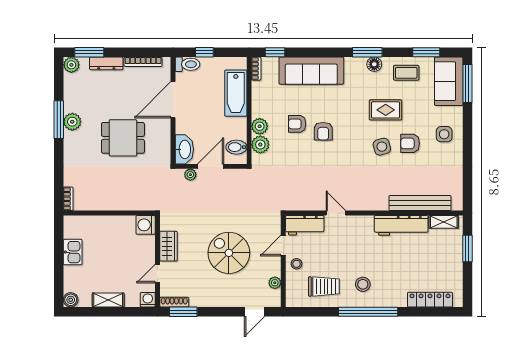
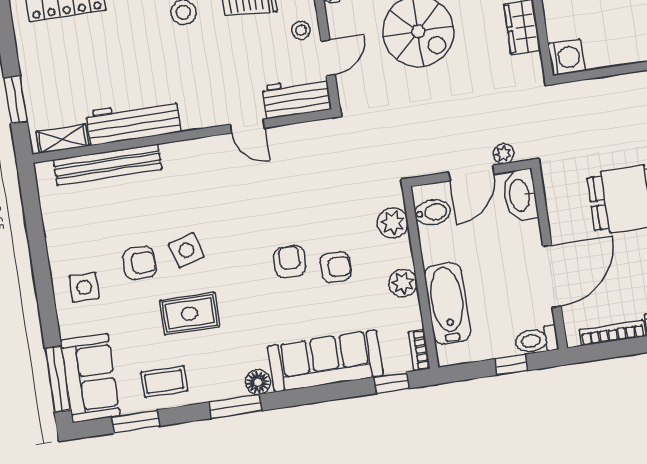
floor lamp: (374, 64) -> (258, 382), moved
plant: (260, 126) -> (403, 283), moved

